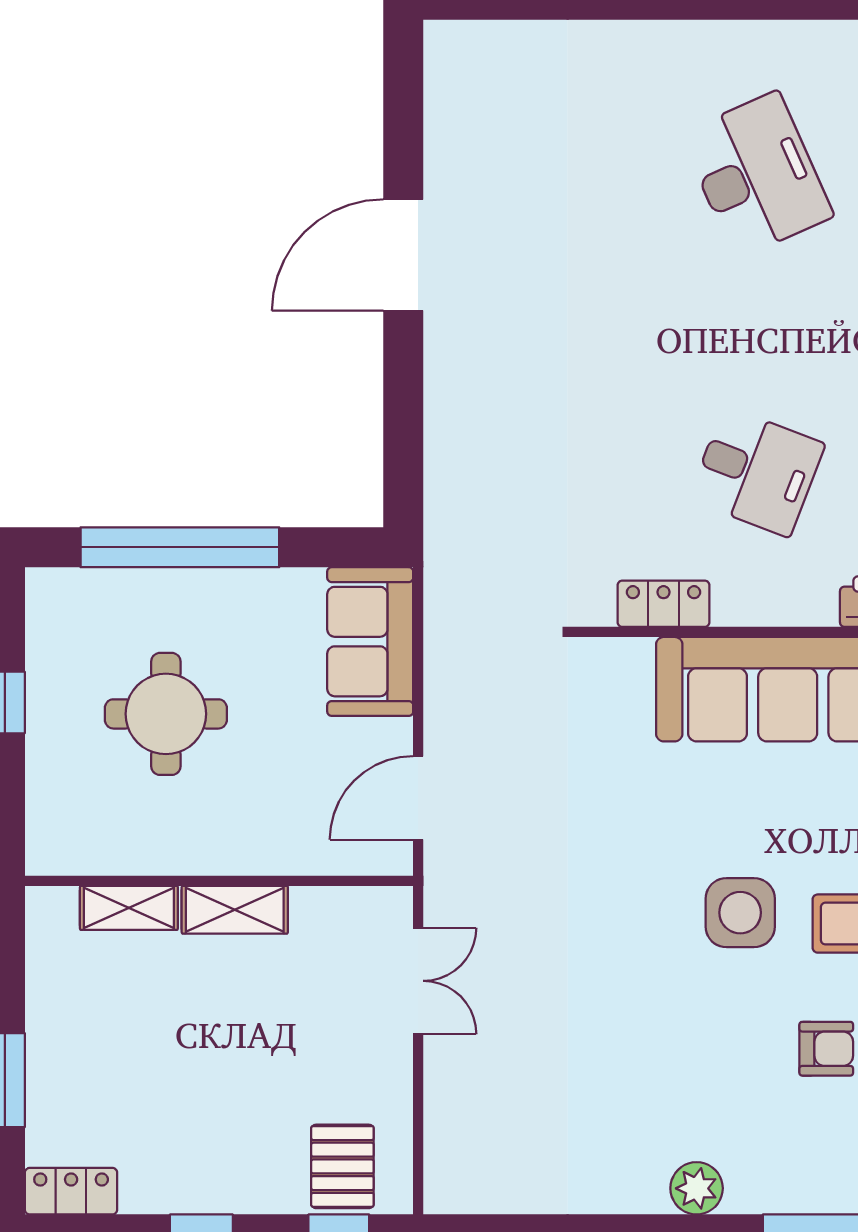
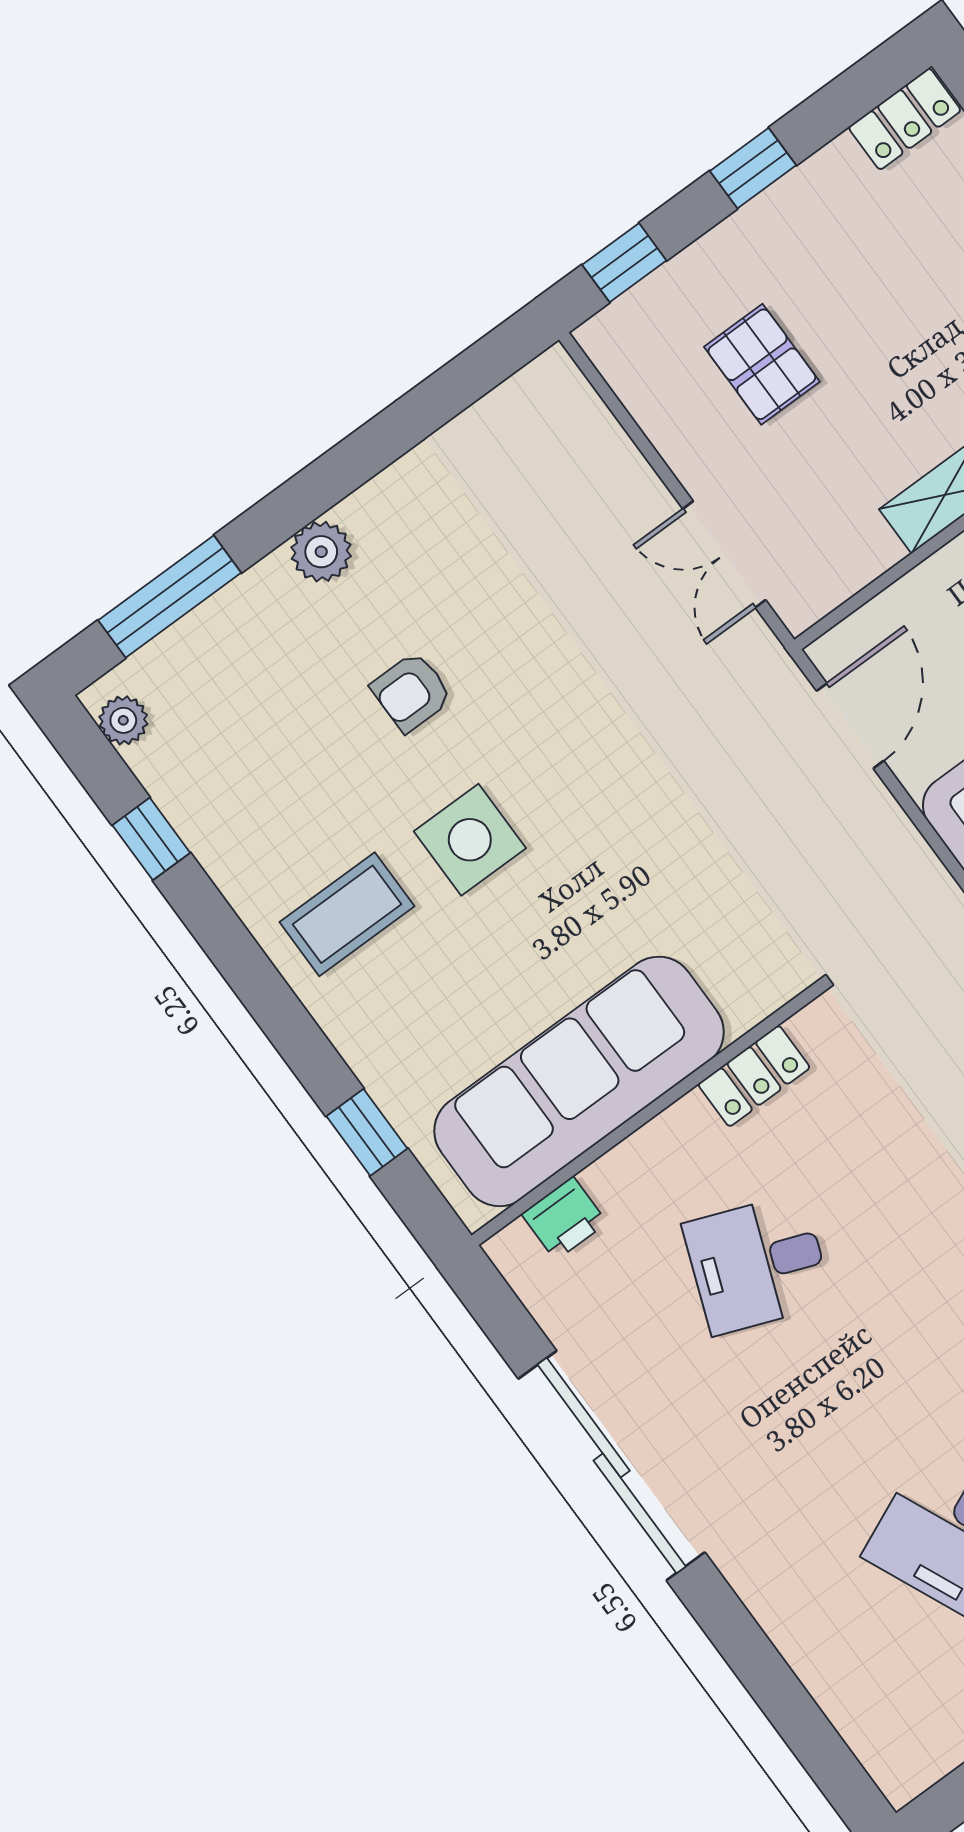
armchair: (826, 1049) -> (412, 692), moved
pallet: (342, 1166) -> (762, 364), moved

